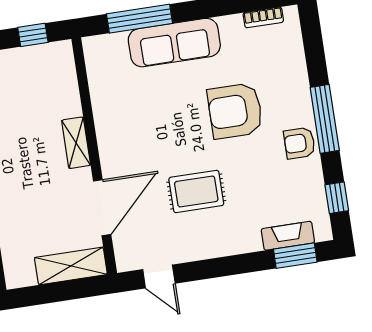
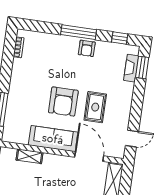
sofa: (174, 43) -> (53, 139), moved, turned -90
armchair: (235, 111) -> (63, 102), moved
shelving: (76, 143) -> (30, 156), moved

